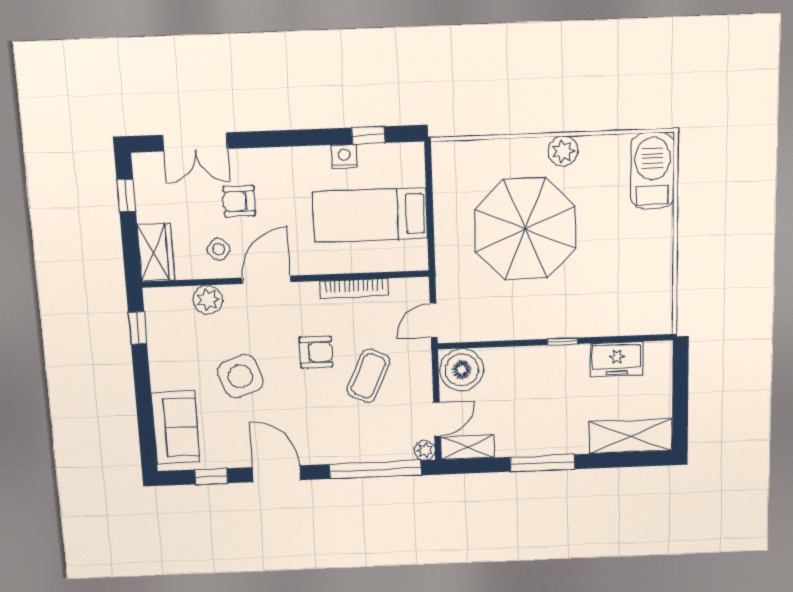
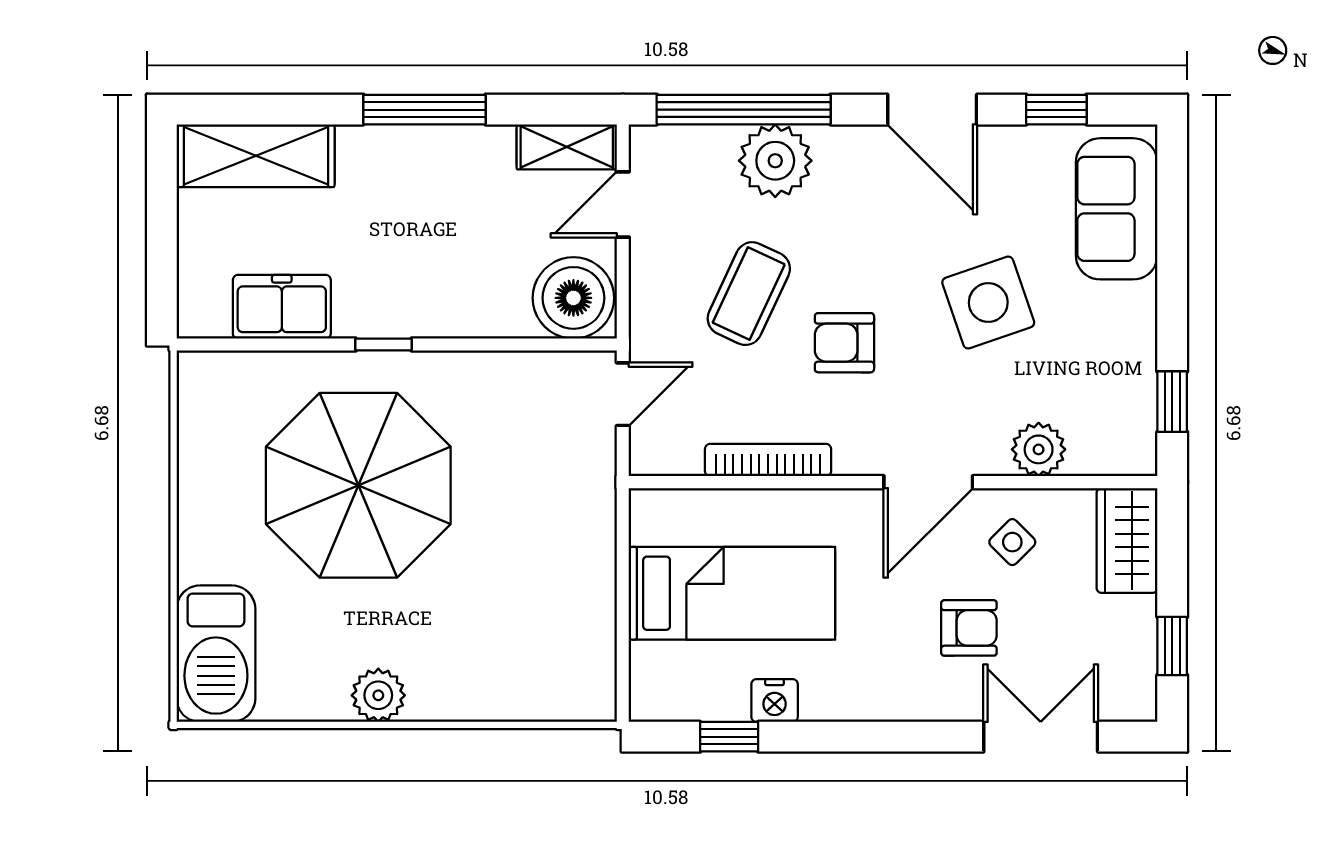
parasol: (525, 229) -> (358, 485), moved
plant: (425, 450) -> (775, 161), moved, width x1.88, depth x1.88

